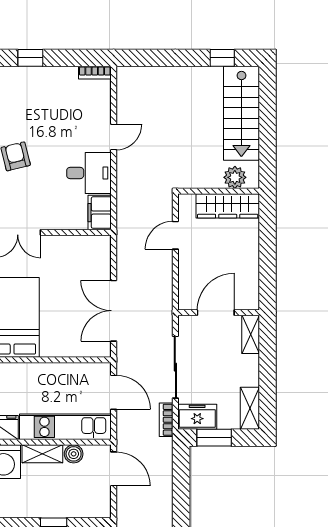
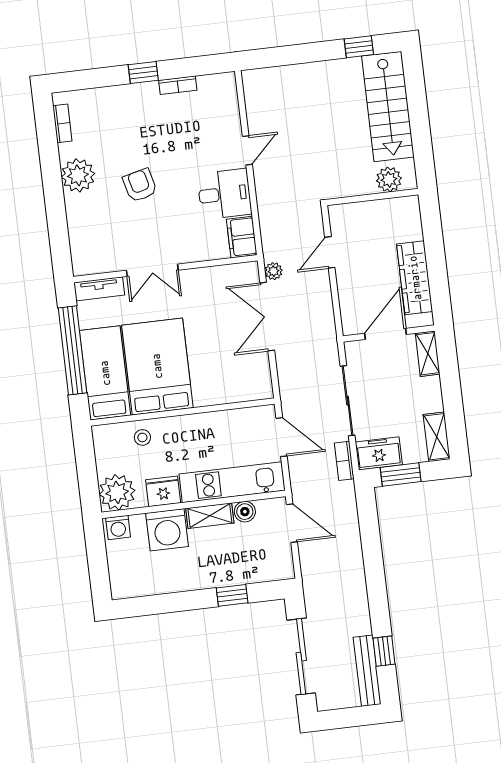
bookcase: (95, 73) -> (178, 85), moved
wardrobe: (228, 206) -> (415, 278), moved, turned 90
plant: (124, 246) -> (274, 271), added
double door: (114, 311) -> (267, 317), moved

